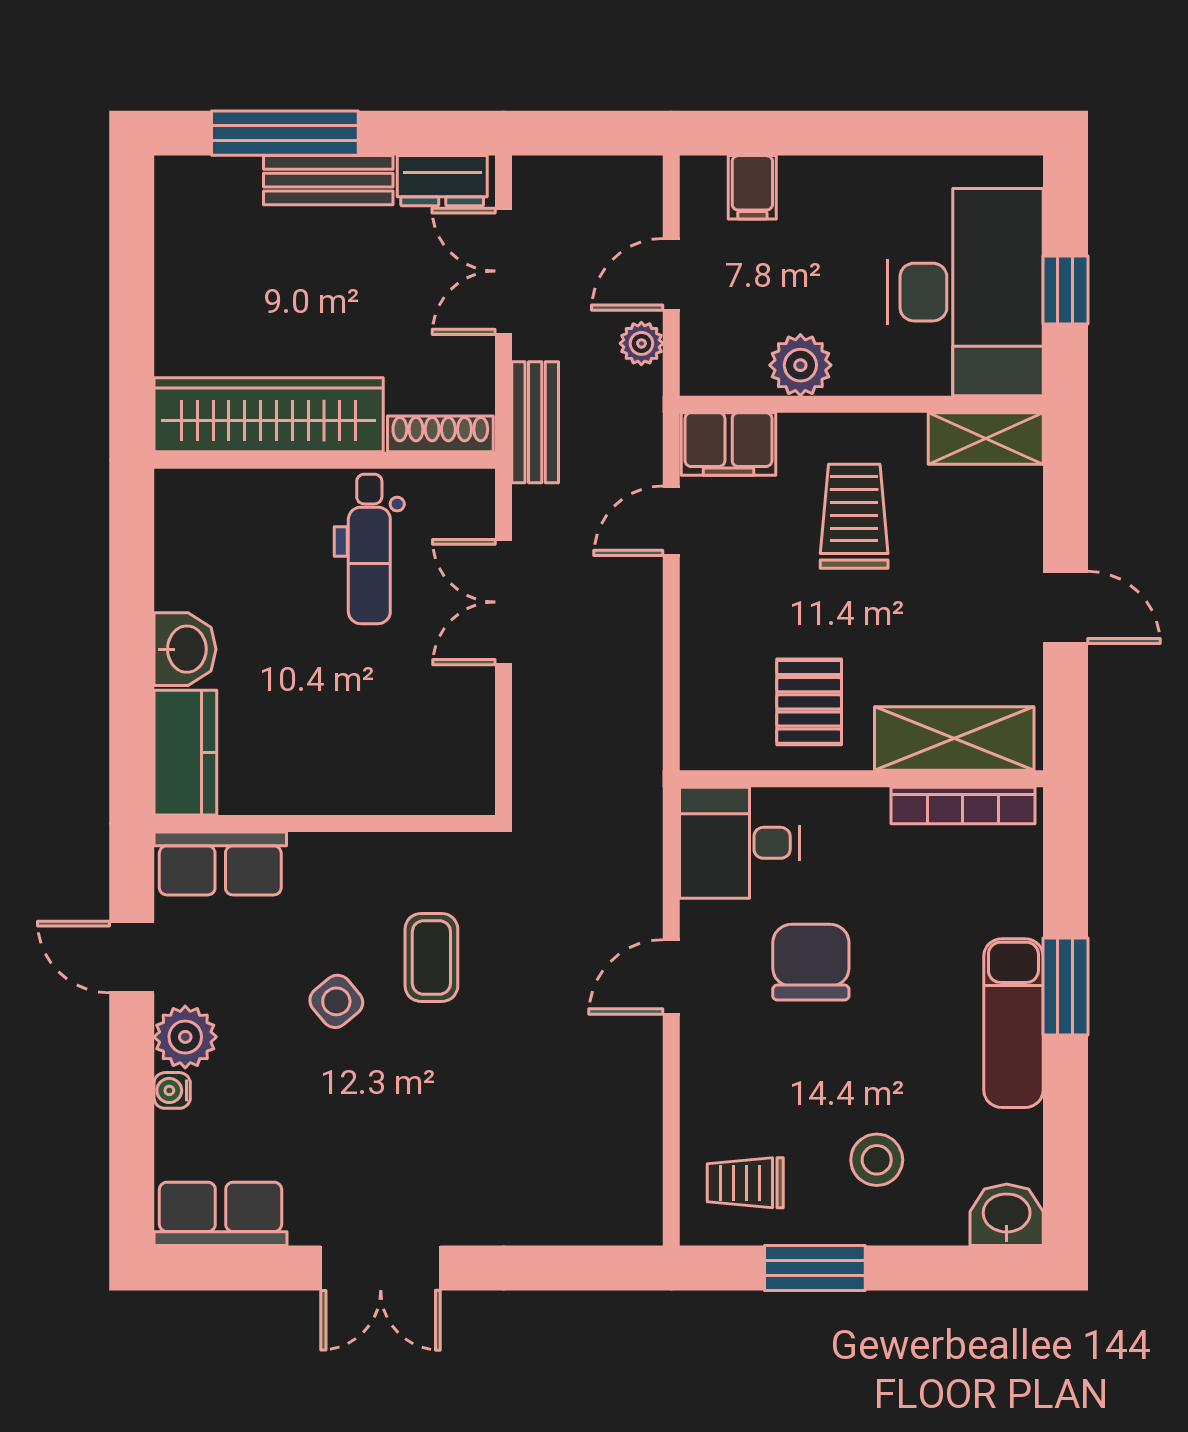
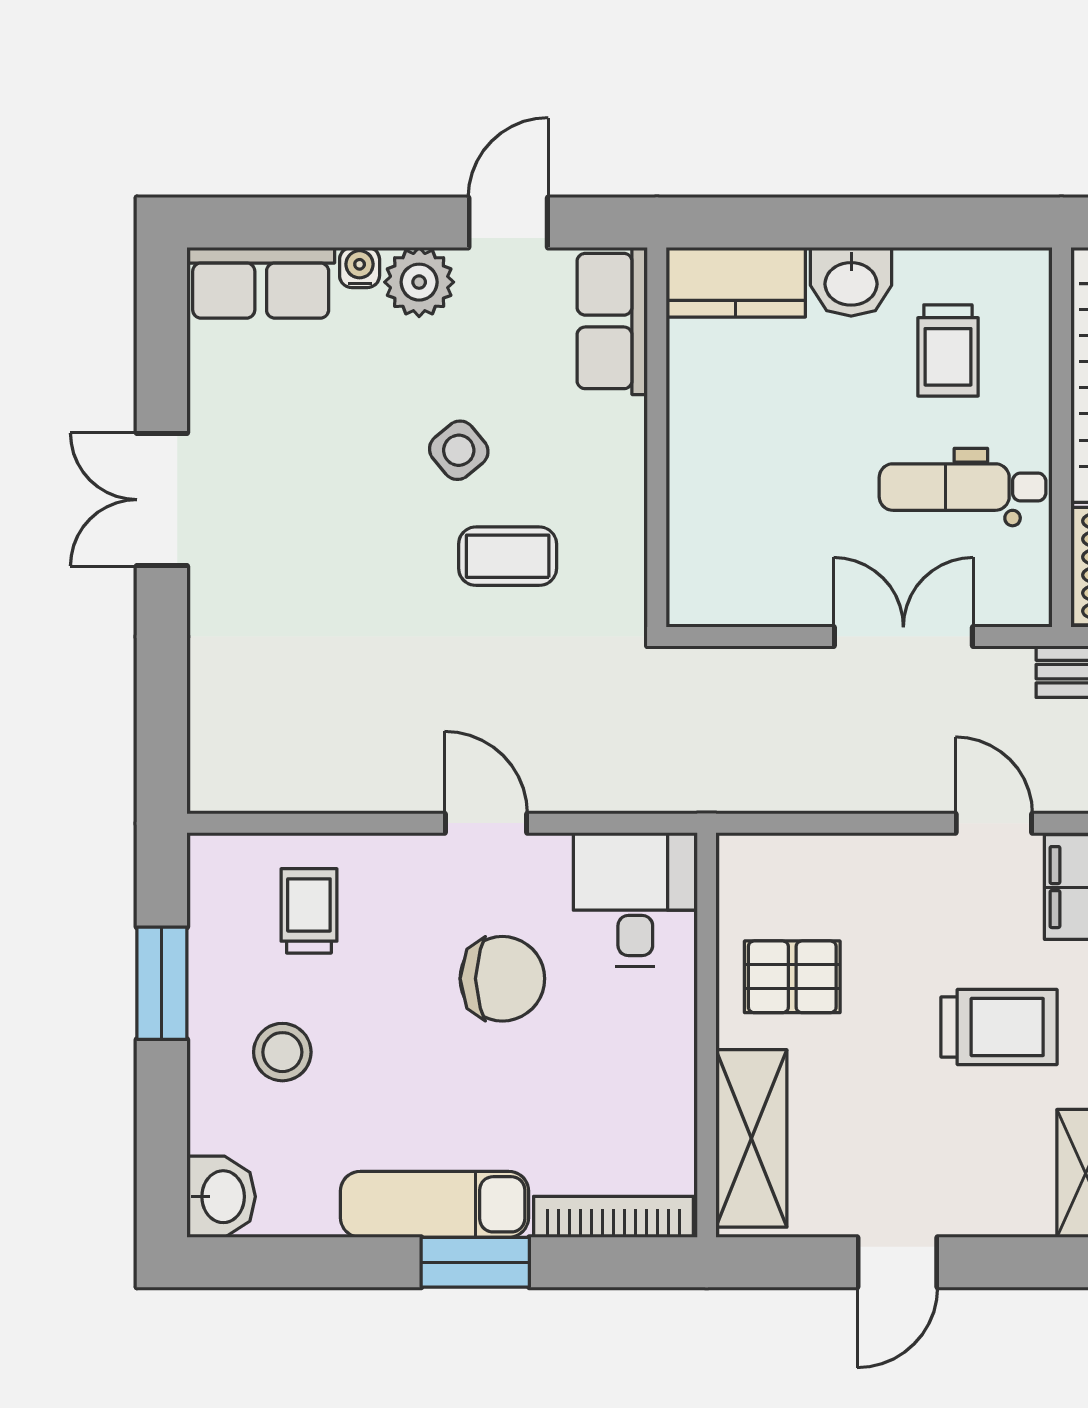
trolley: (247, 562) -> (948, 350), added
bookcase: (963, 806) -> (613, 1217), moved, turned 90
trolley: (745, 1183) -> (309, 911), moved
row of seats: (221, 1214) -> (261, 283), moved, turned 90

